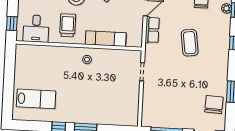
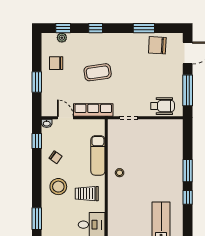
row of seats: (152, 30) -> (93, 110), width x1.48
wheelchair: (152, 106) -> (162, 106), added

